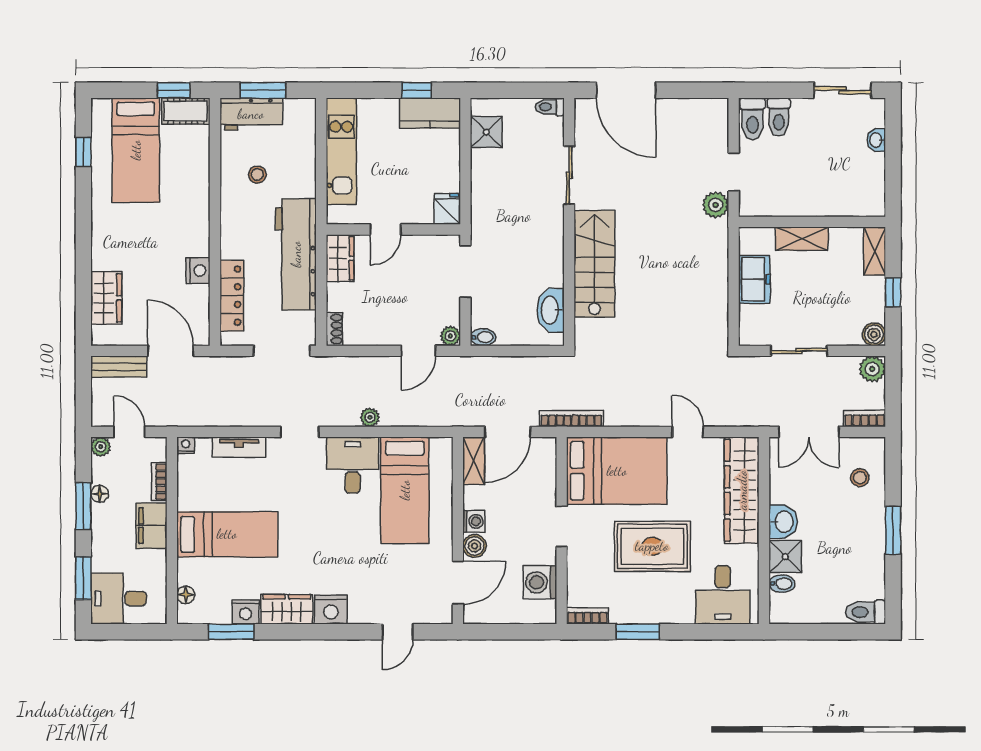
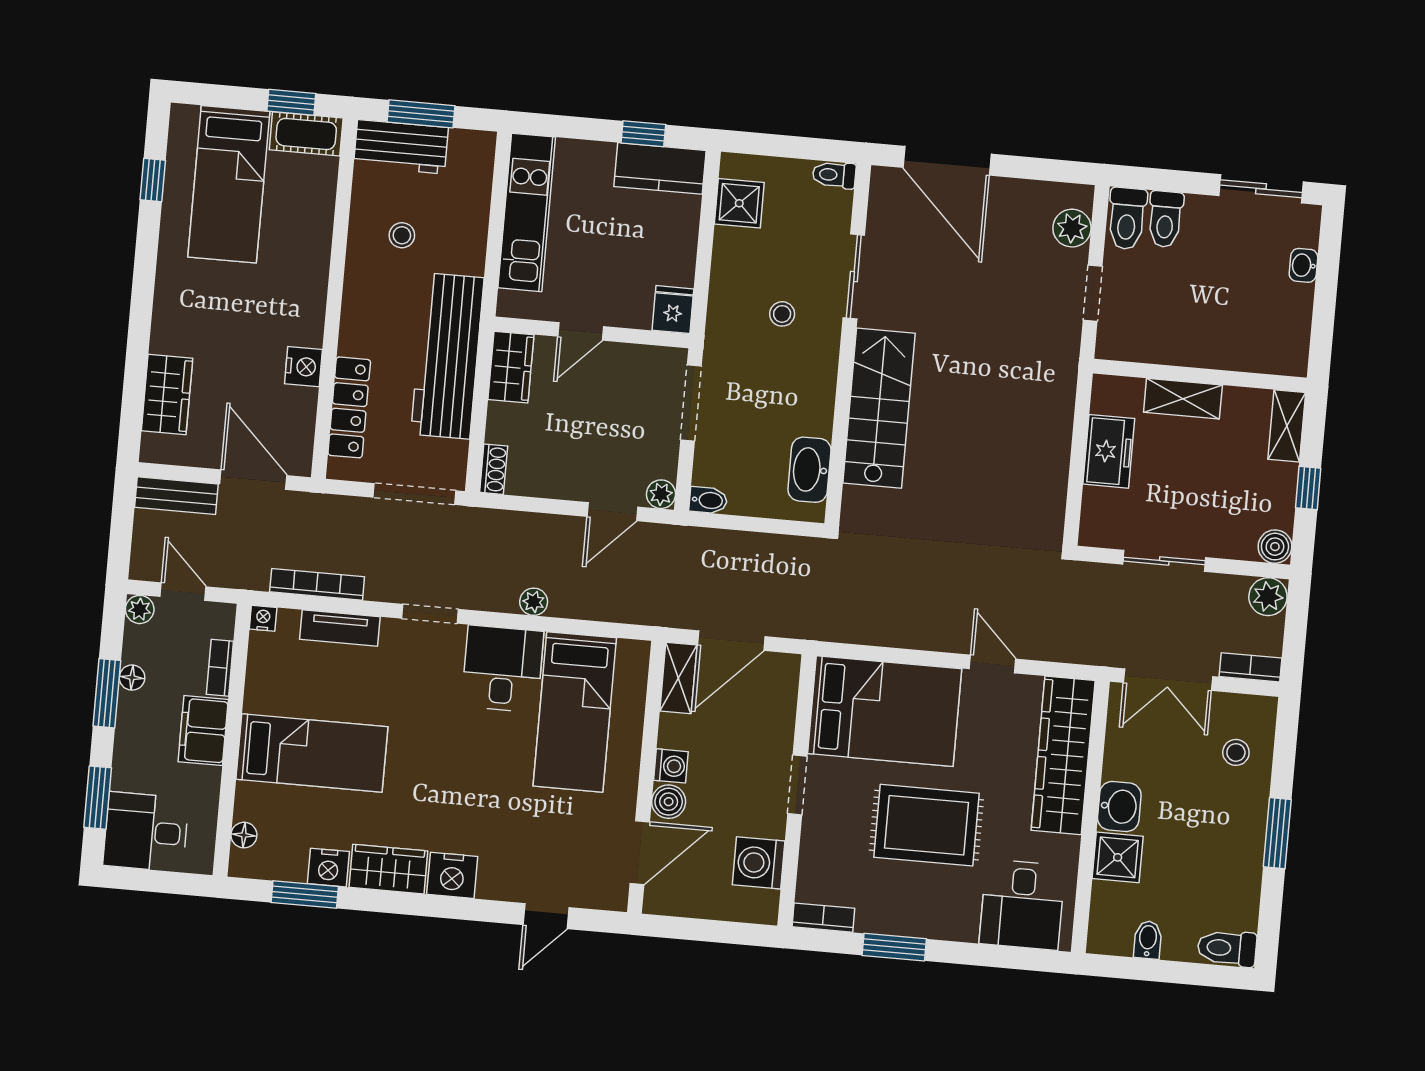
stool: (522, 205) -> (782, 314), added
plant: (716, 205) -> (1072, 228), moved
bookcase: (571, 419) -> (317, 584), moved
bidet: (782, 584) -> (1148, 940), moved, turned -90

